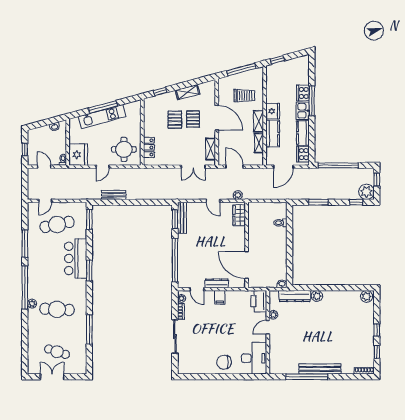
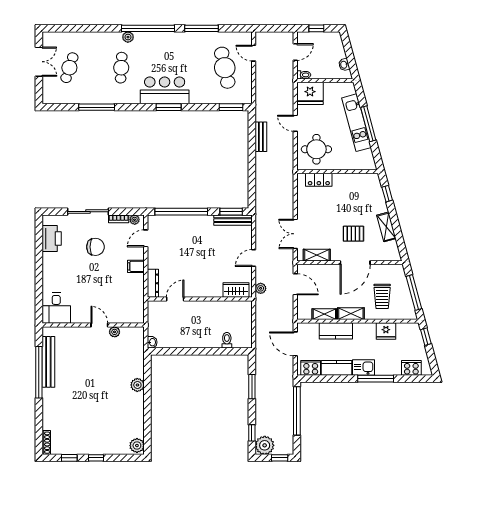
cooker: (303, 93) -> (411, 368), moved
fridge: (273, 111) -> (386, 331), moved
pallet: (175, 120) -> (353, 211), removed
door: (234, 167) -> (295, 284), hinge flipped
bar counter: (76, 258) -> (165, 90), moved
door: (247, 265) -> (175, 299), width x0.53
dresser: (217, 283) -> (153, 283), moved
dresser: (295, 296) -> (137, 358), removed
printer: (259, 301) -> (52, 239), moved, turned 90
cafe table: (57, 309) -> (121, 68), width x0.73, depth x0.74
desk: (254, 358) -> (56, 308), width x0.73
chair: (224, 362) -> (95, 247), moved, turned 90
bench: (320, 369) -> (48, 362), moved

